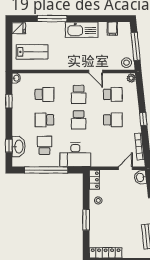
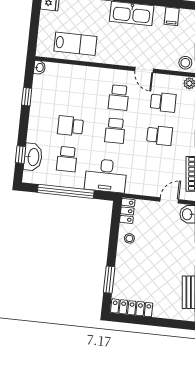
lab bench: (32, 52) -> (75, 44), moved
school desk: (44, 94) -> (74, 93), removed
school desk: (44, 145) -> (67, 159), turned 180
window: (86, 220) -> (109, 280), moved

